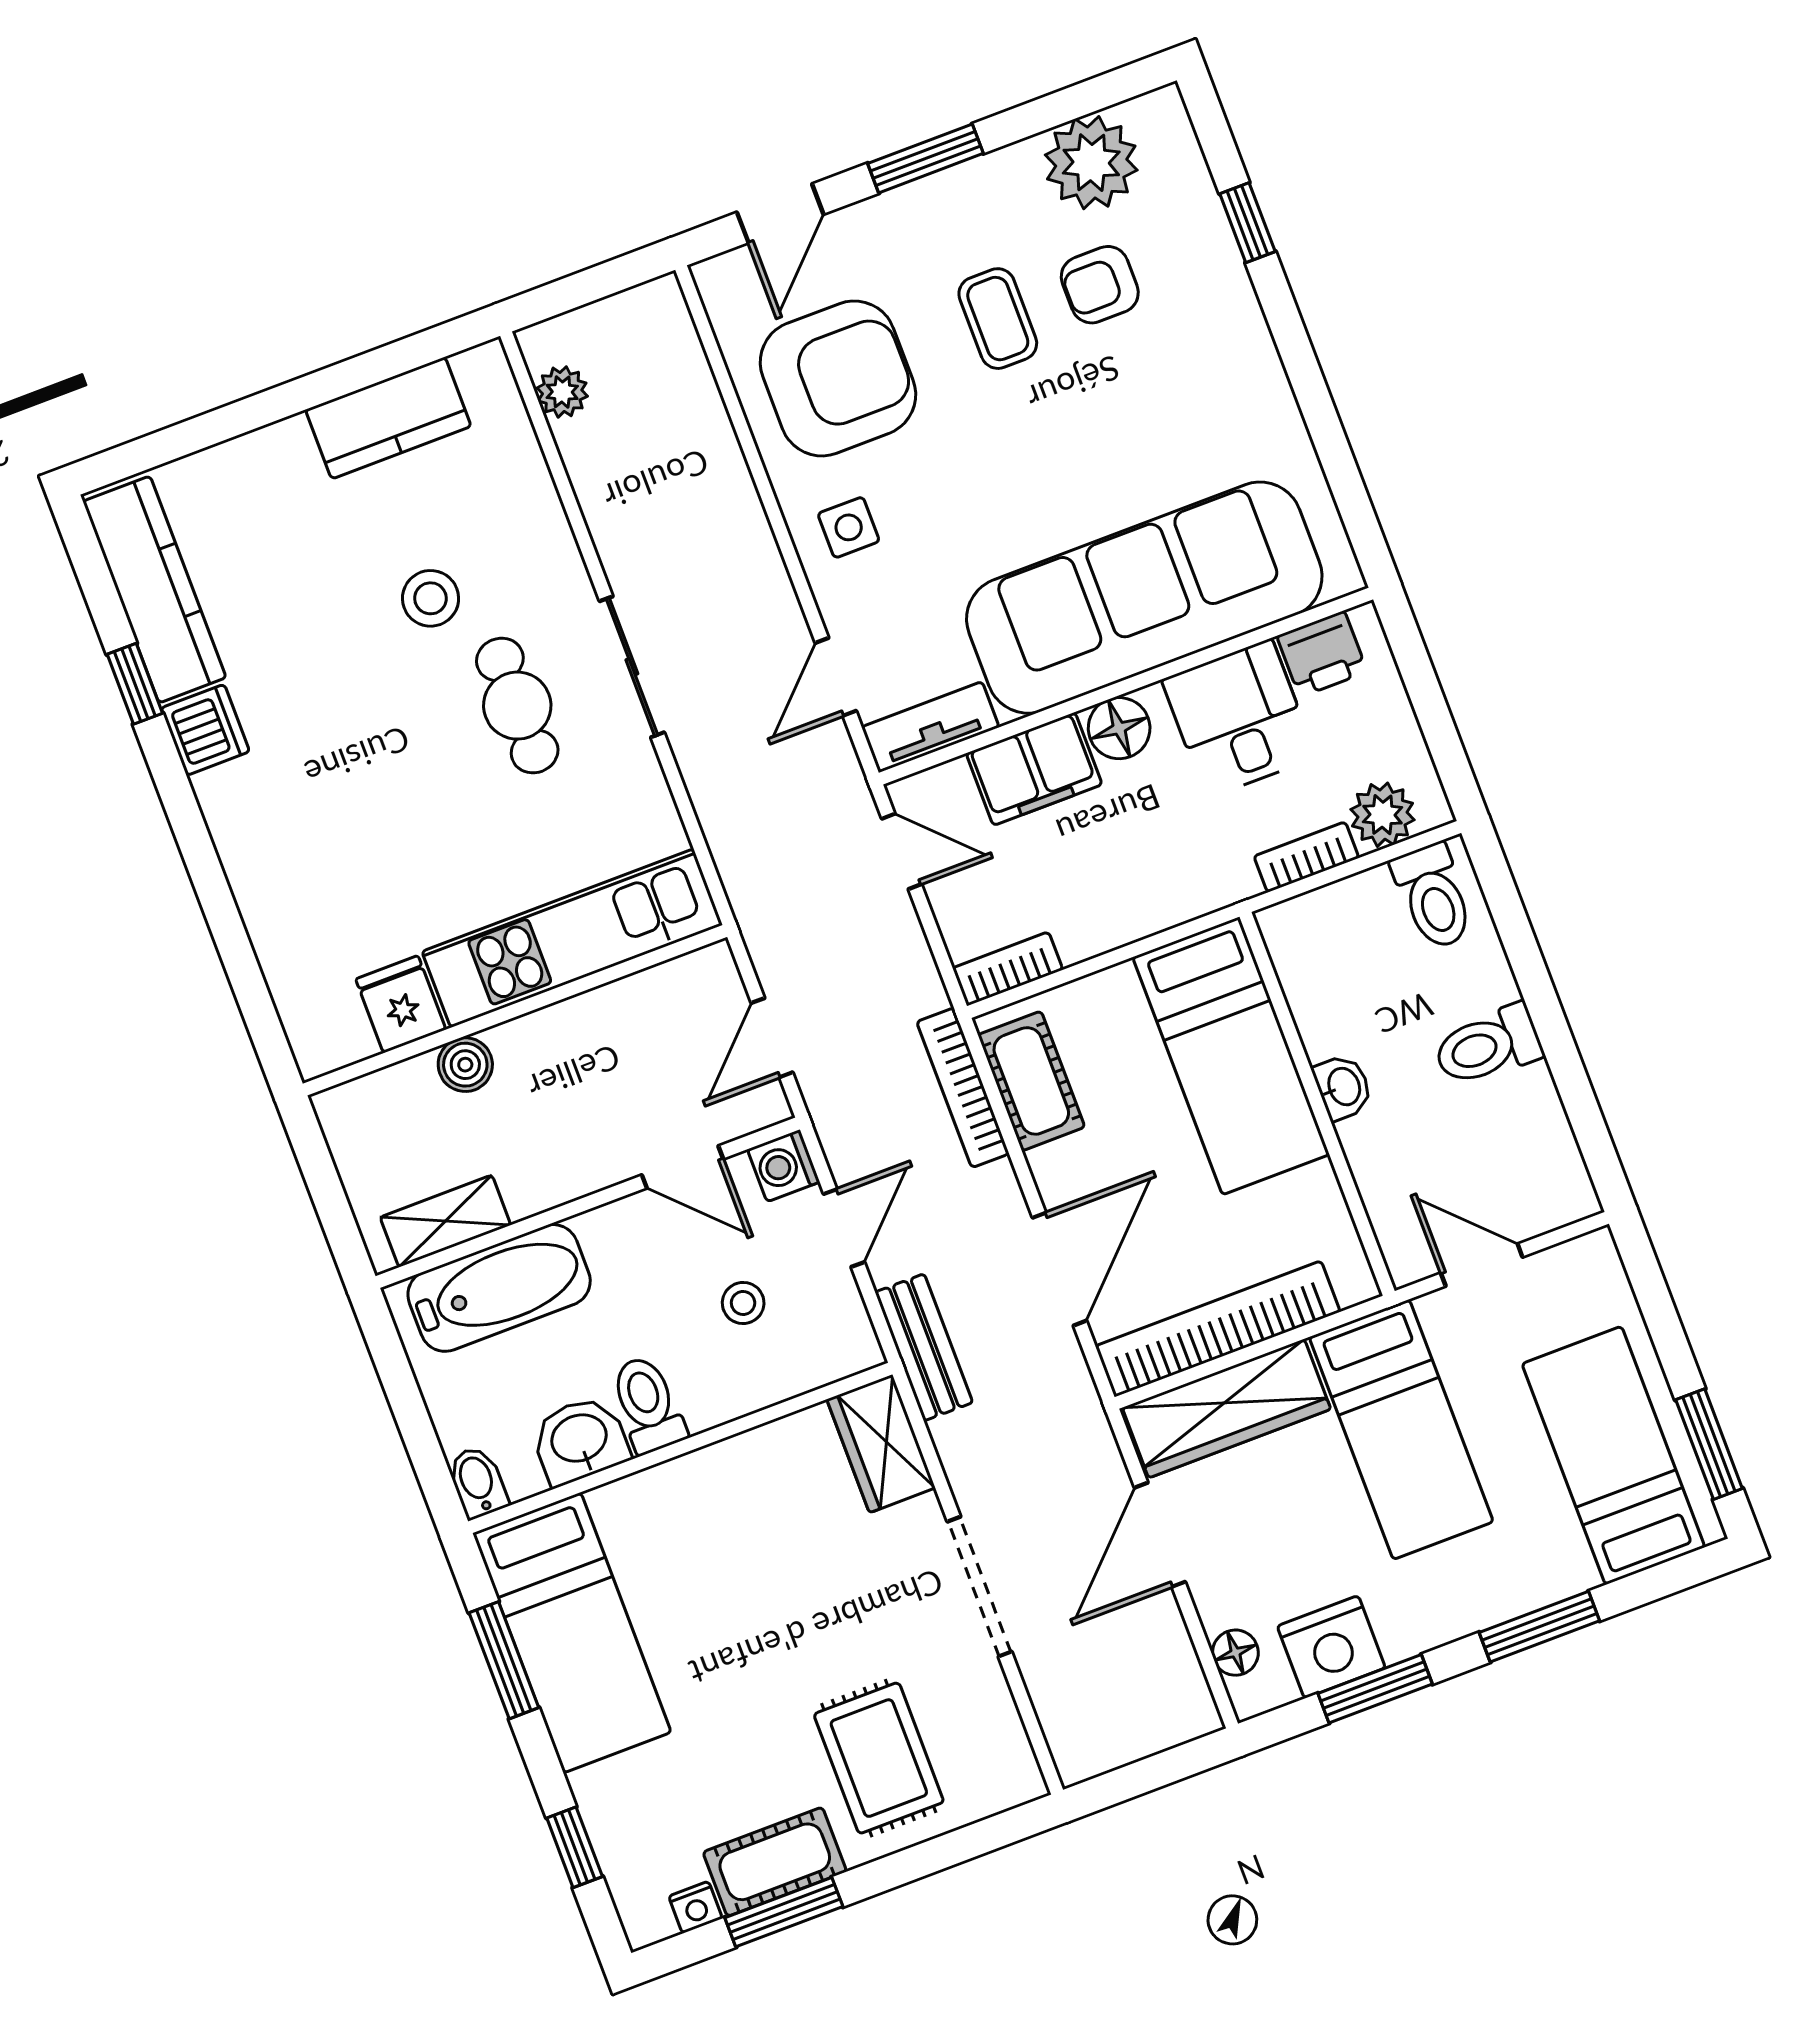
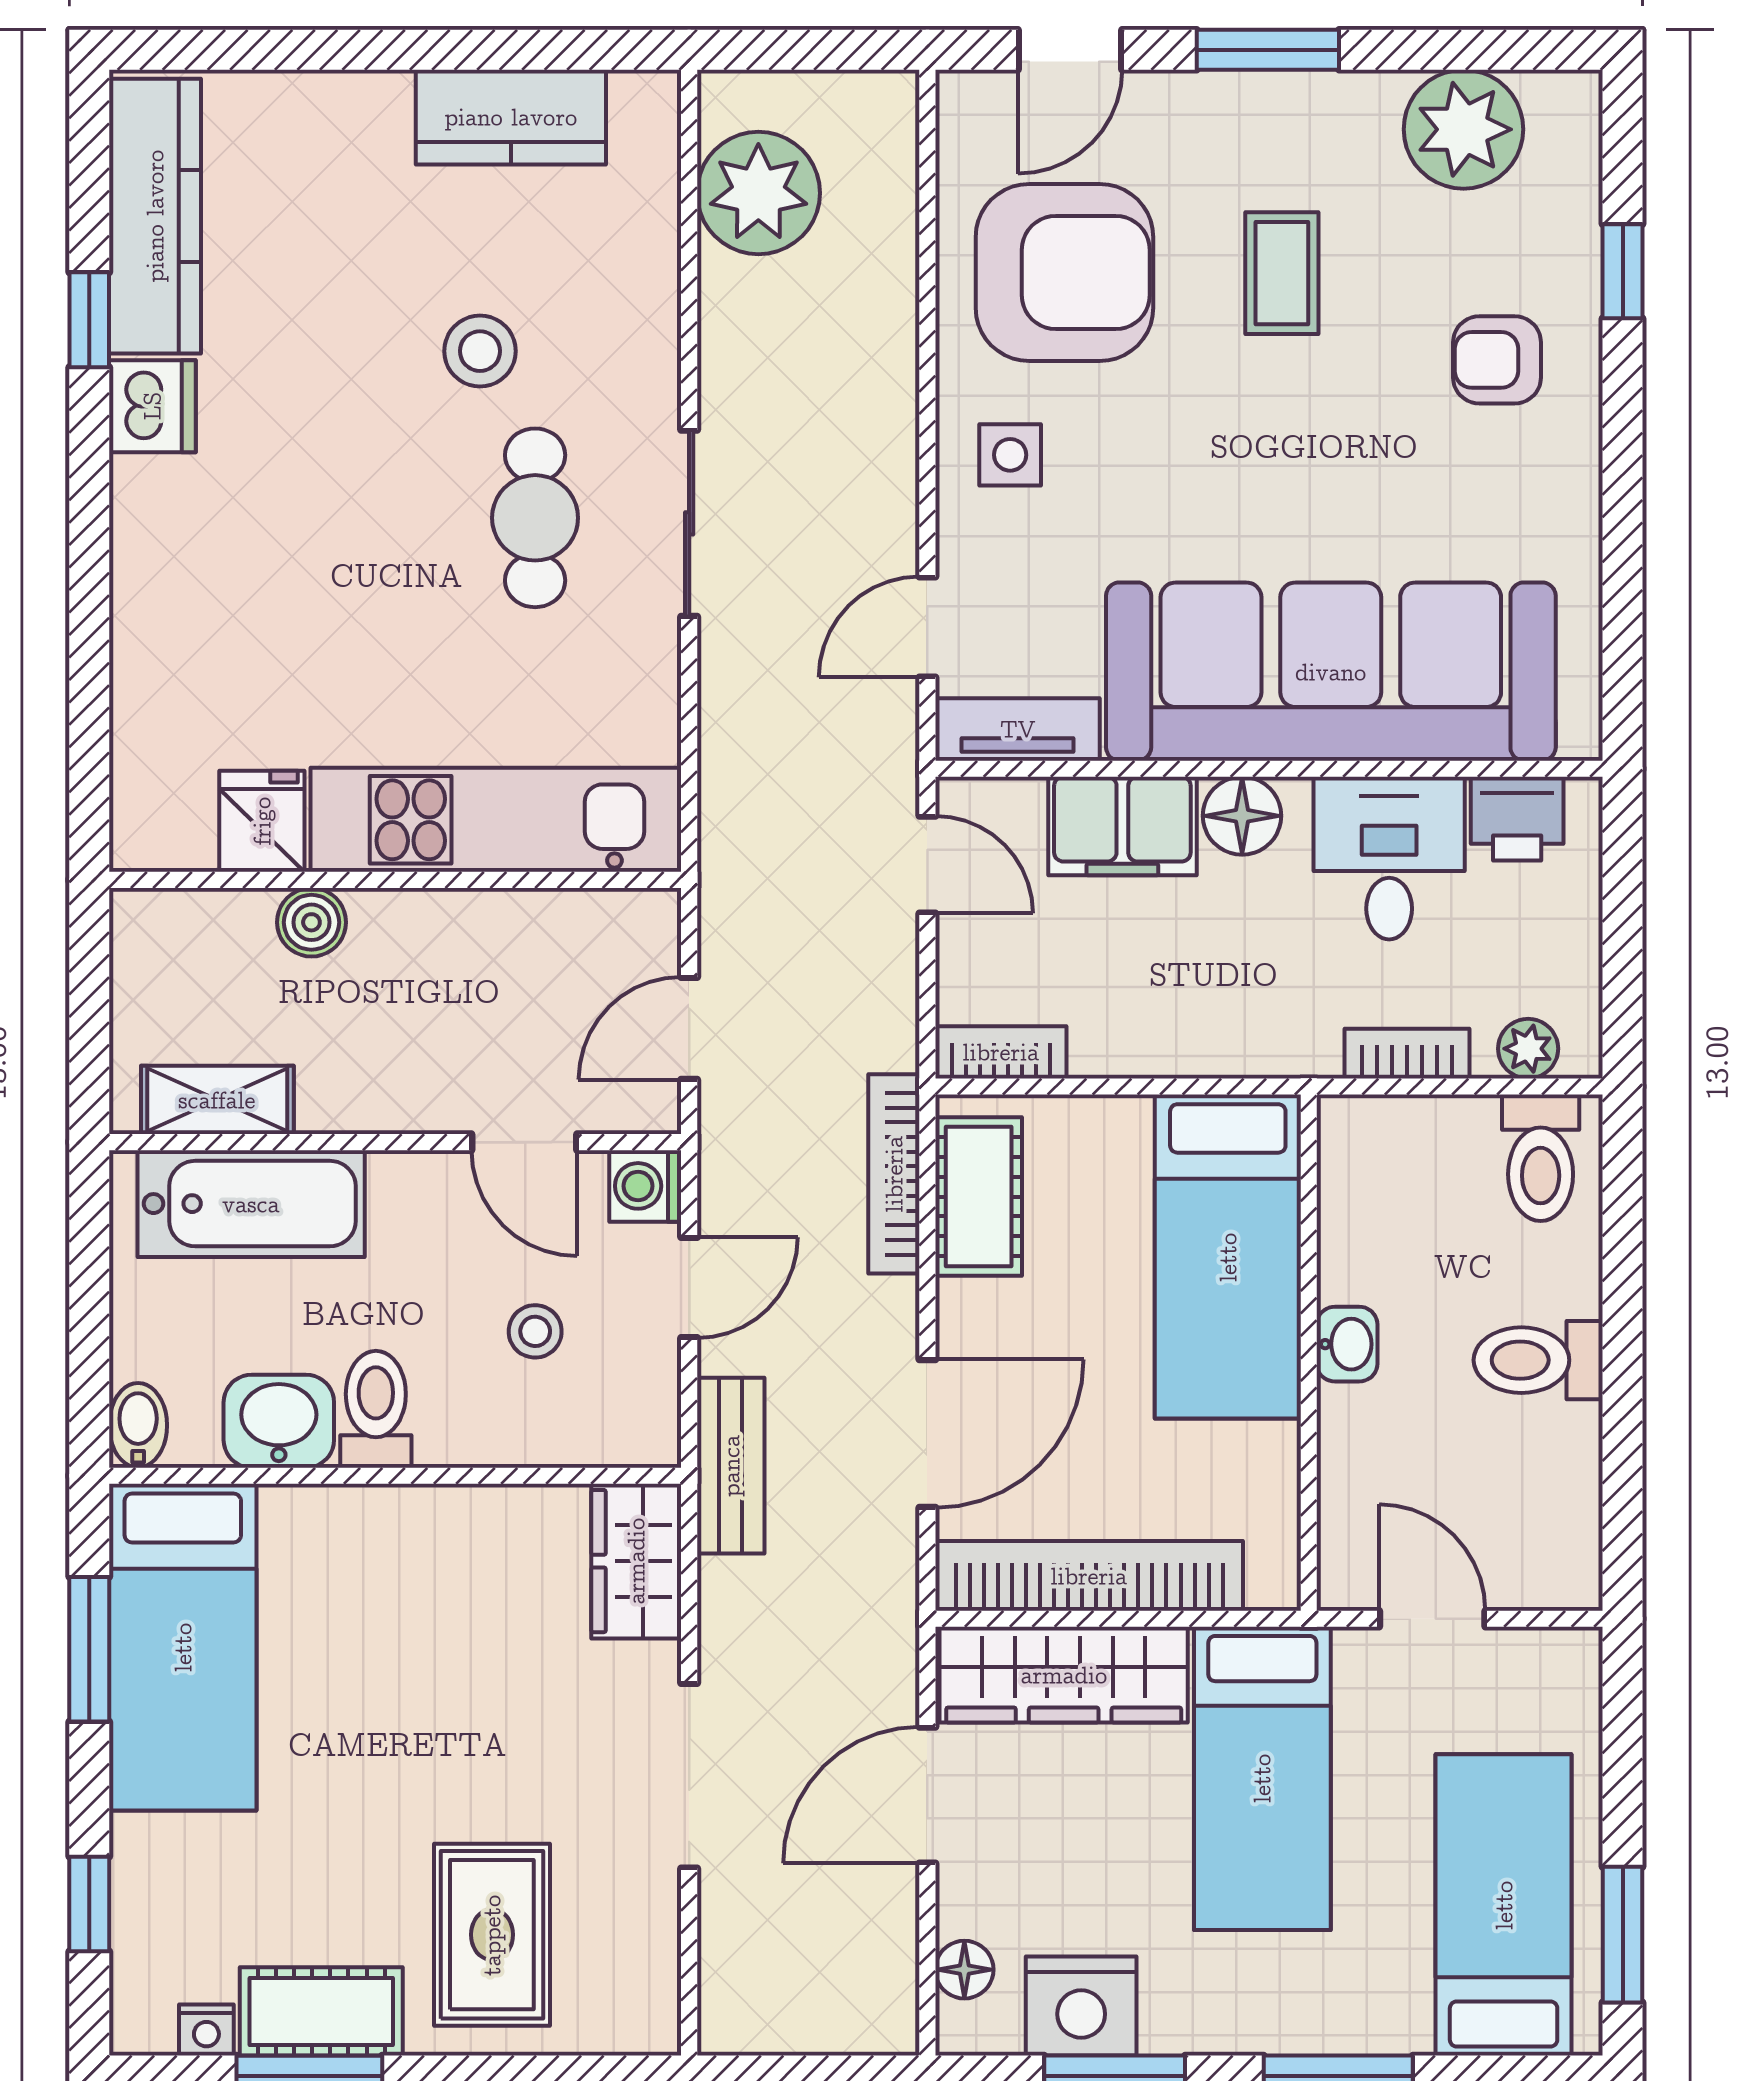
armchair: (1100, 285) -> (1497, 360), moved
plant: (562, 392) -> (758, 193), width x1.88, depth x1.88
plant: (1382, 815) -> (1528, 1049), width x0.73, depth x0.73

